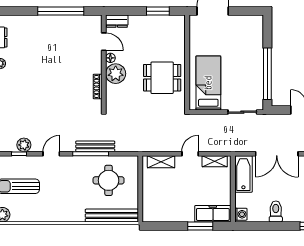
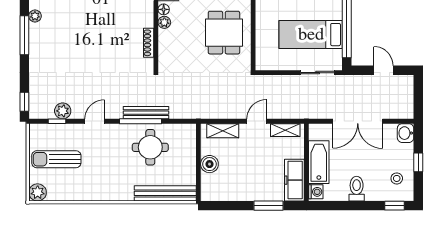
plant: (116, 74) -> (164, 22), width x0.53, depth x0.53
dining table: (162, 78) -> (224, 33), turned 90
bed: (208, 83) -> (311, 35), moved, turned -90
bathtub: (243, 174) -> (319, 162), moved
round table: (109, 180) -> (150, 147), moved
boiler: (150, 190) -> (209, 164), added
freezer: (213, 214) -> (294, 180), moved, turned -90

